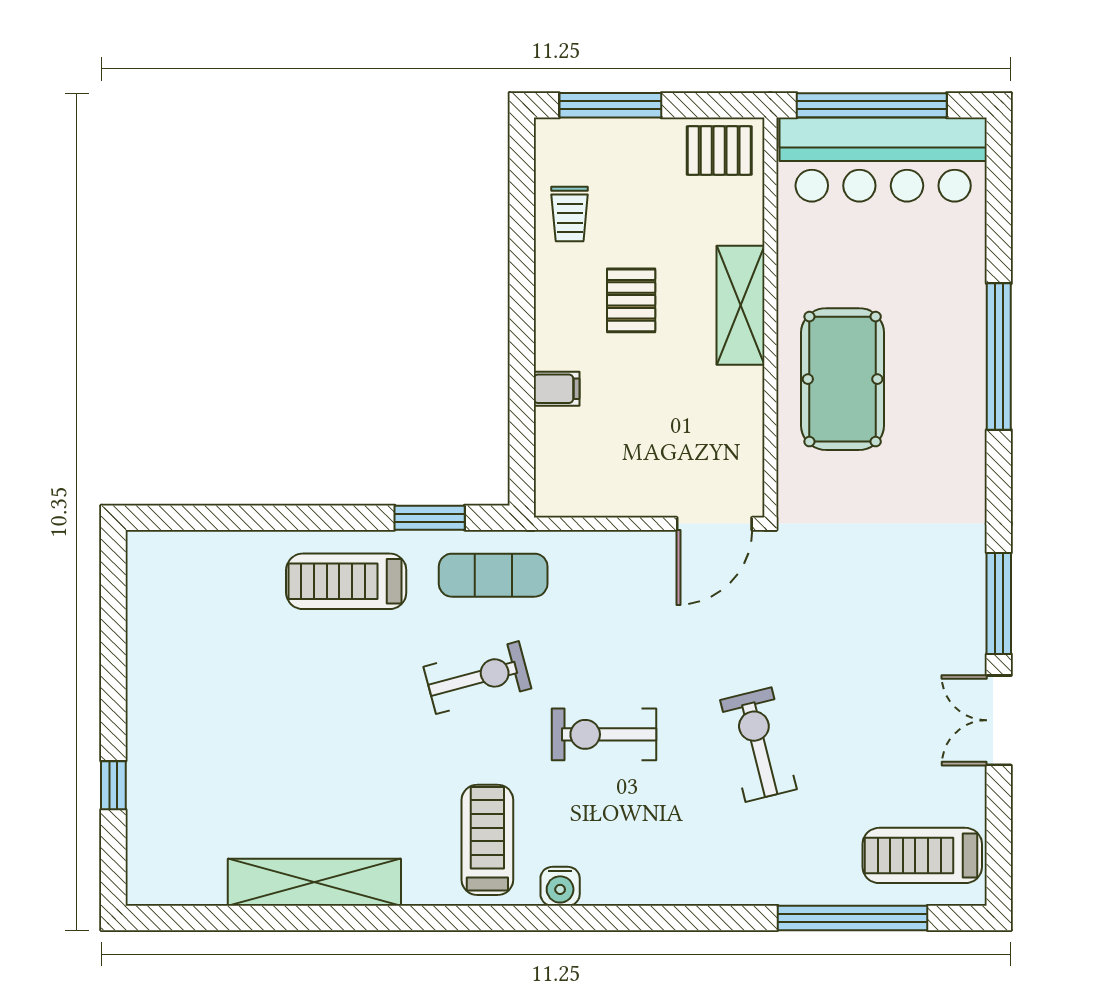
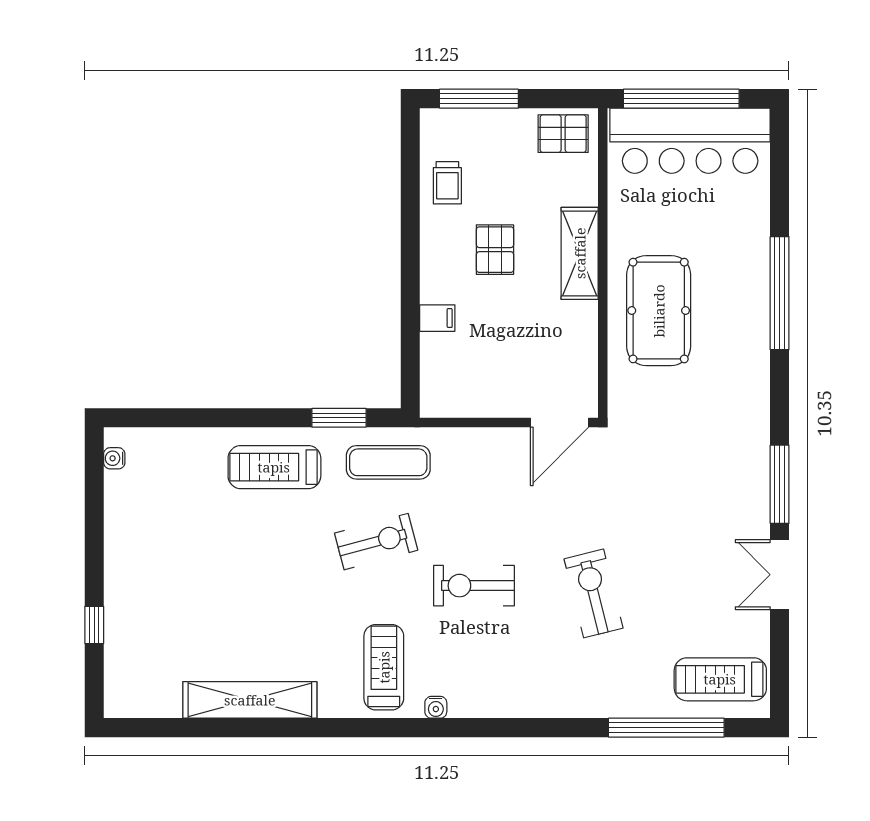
water cooler: (139, 570) -> (114, 458), added
water cooler: (560, 886) -> (436, 707), width x0.72, depth x0.72

